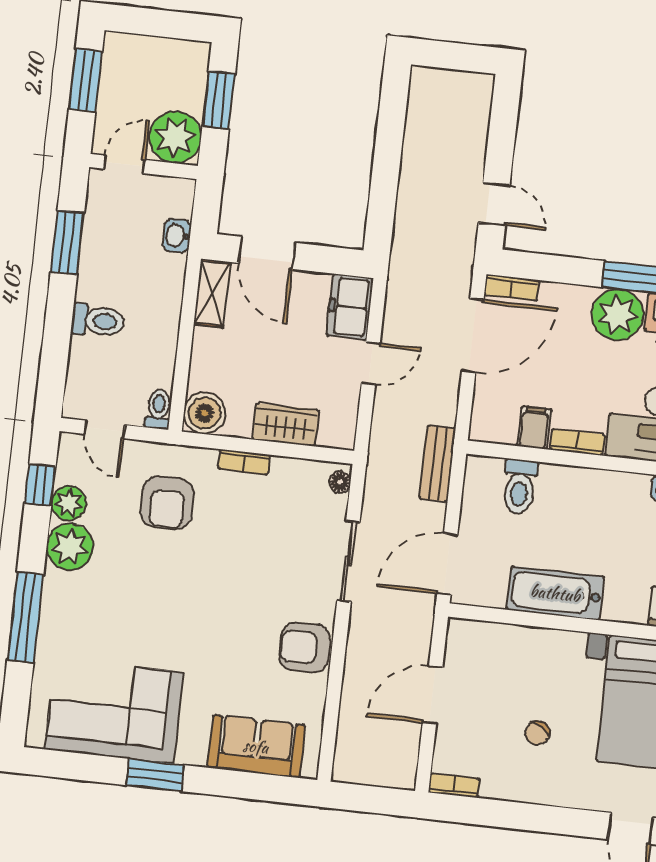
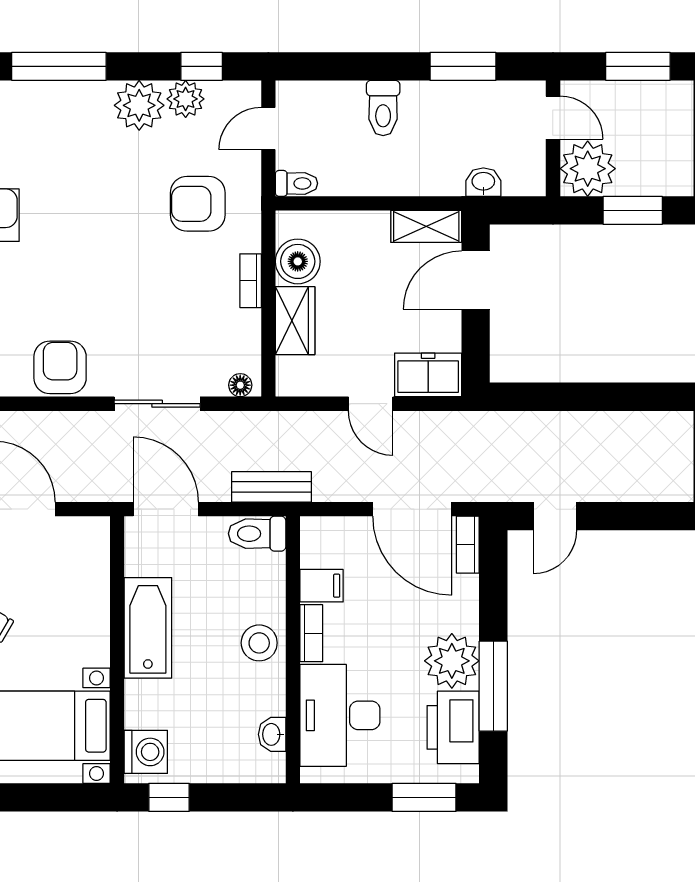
boiler: (205, 413) -> (298, 261), moved
toilet: (520, 487) -> (257, 534), moved
stool: (581, 491) -> (259, 643), added

